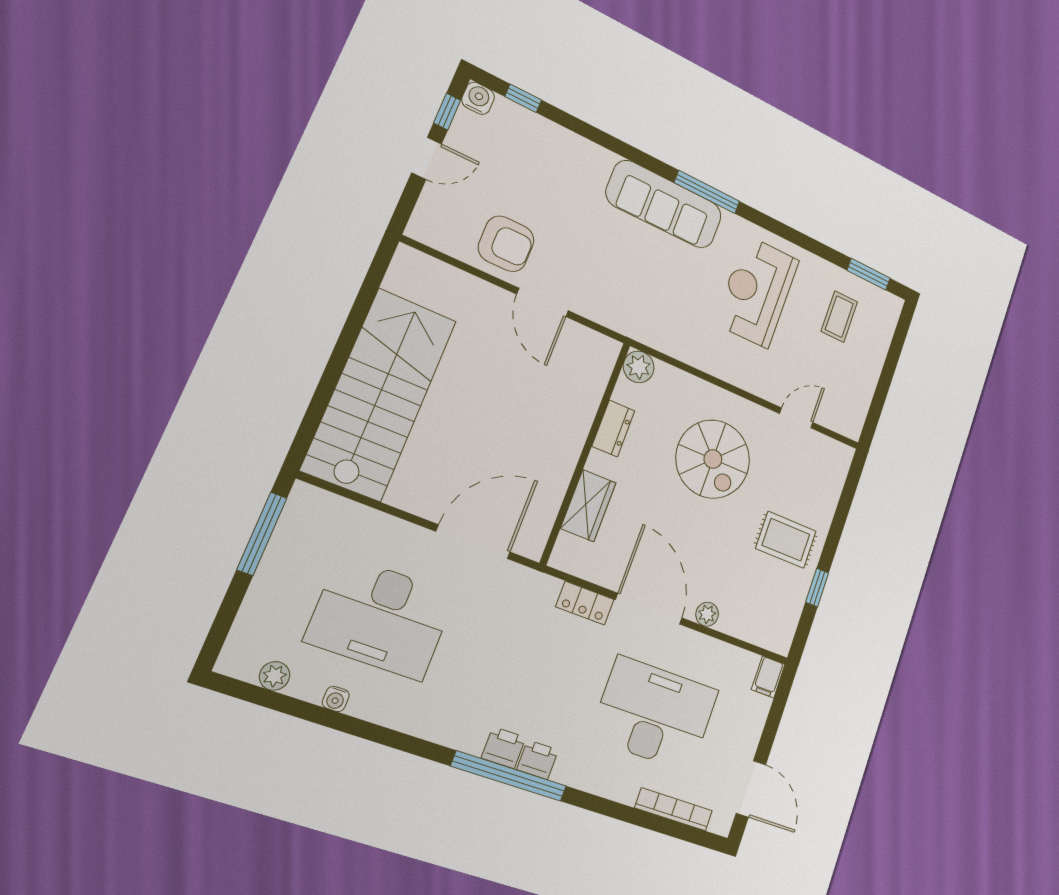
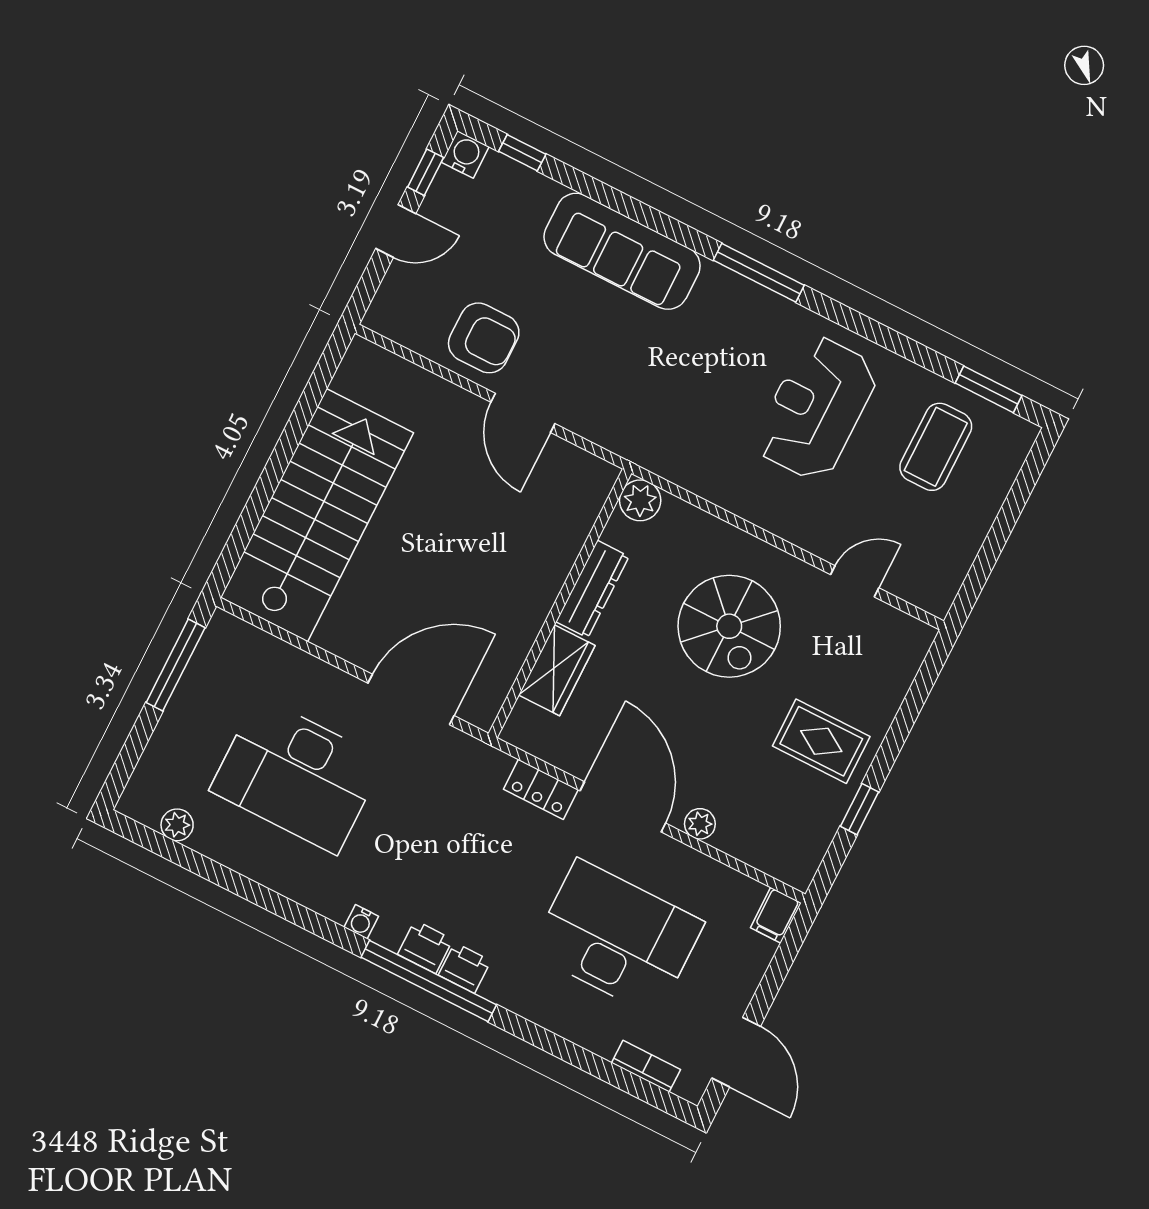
sofa: (664, 204) -> (622, 251), moved
coffee table: (839, 317) -> (936, 447), width x1.36, depth x1.30
dresser: (613, 428) -> (592, 589), width x1.44
water cooler: (336, 699) -> (361, 922), moved
bookcase: (674, 809) -> (646, 1066), width x0.64

